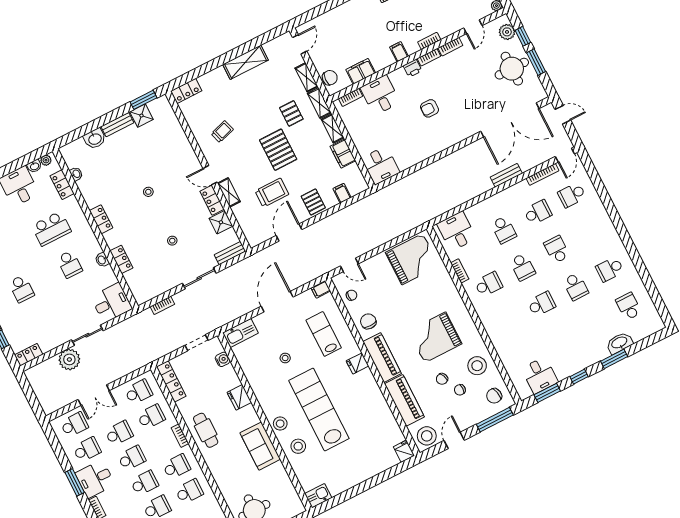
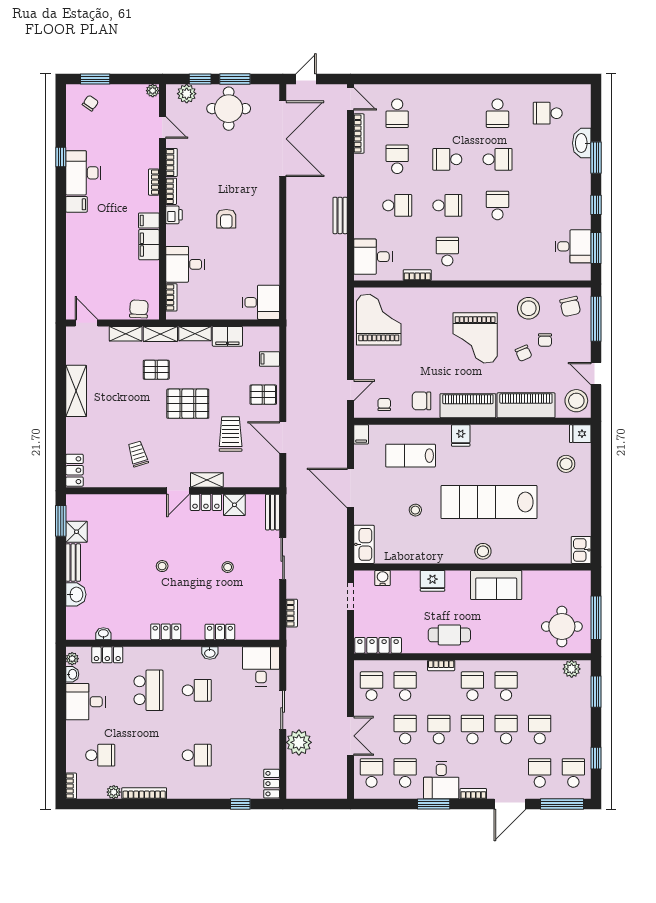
filing cabinet: (361, 71) -> (149, 245), moved
bench: (506, 175) -> (340, 215), moved
stool: (298, 446) -> (566, 464), moved

